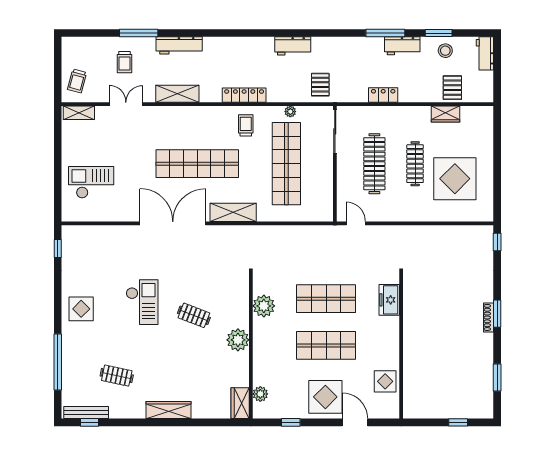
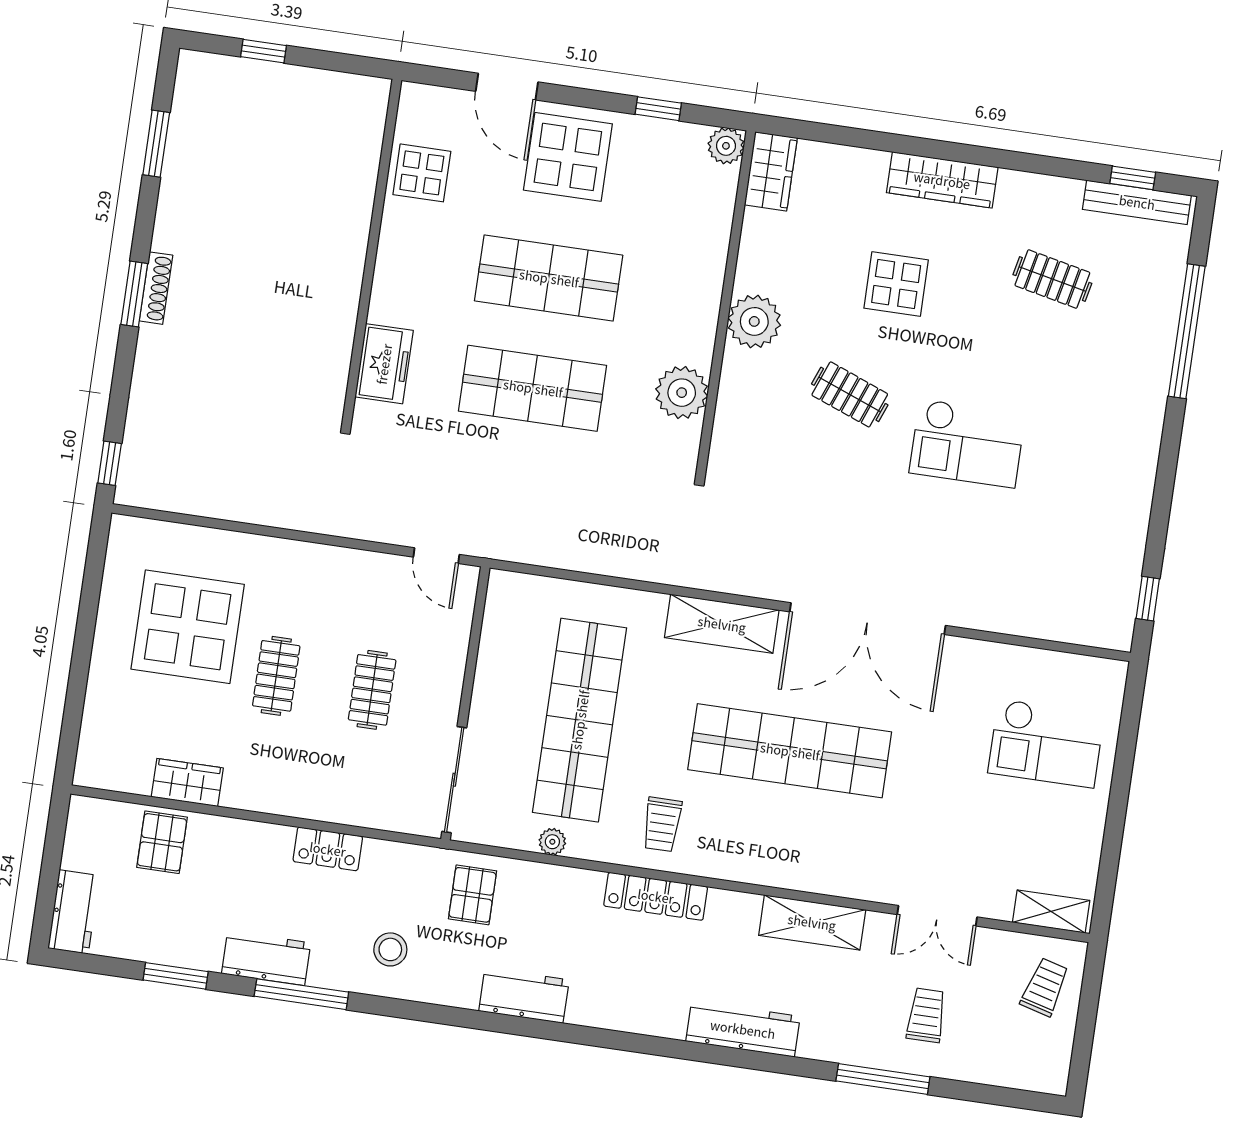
workbench: (179, 45) -> (743, 1029), moved
stool: (445, 51) -> (390, 949), moved
clothes rail: (374, 164) -> (372, 690), width x0.54, depth x0.76
clothes rail: (415, 164) -> (276, 676), width x0.73
checkout: (142, 302) -> (967, 443), turned -90
display table: (81, 309) -> (896, 284), moved
plant: (260, 394) -> (726, 146), moved

